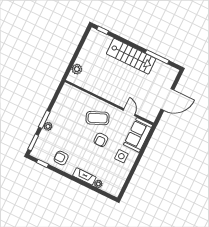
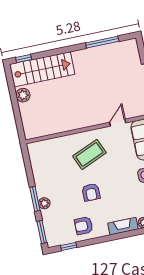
stairs: (131, 56) -> (42, 69), moved
plant: (77, 69) -> (23, 95), moved
door: (129, 112) -> (118, 123), hinge flipped
armchair: (101, 140) -> (91, 192), moved

